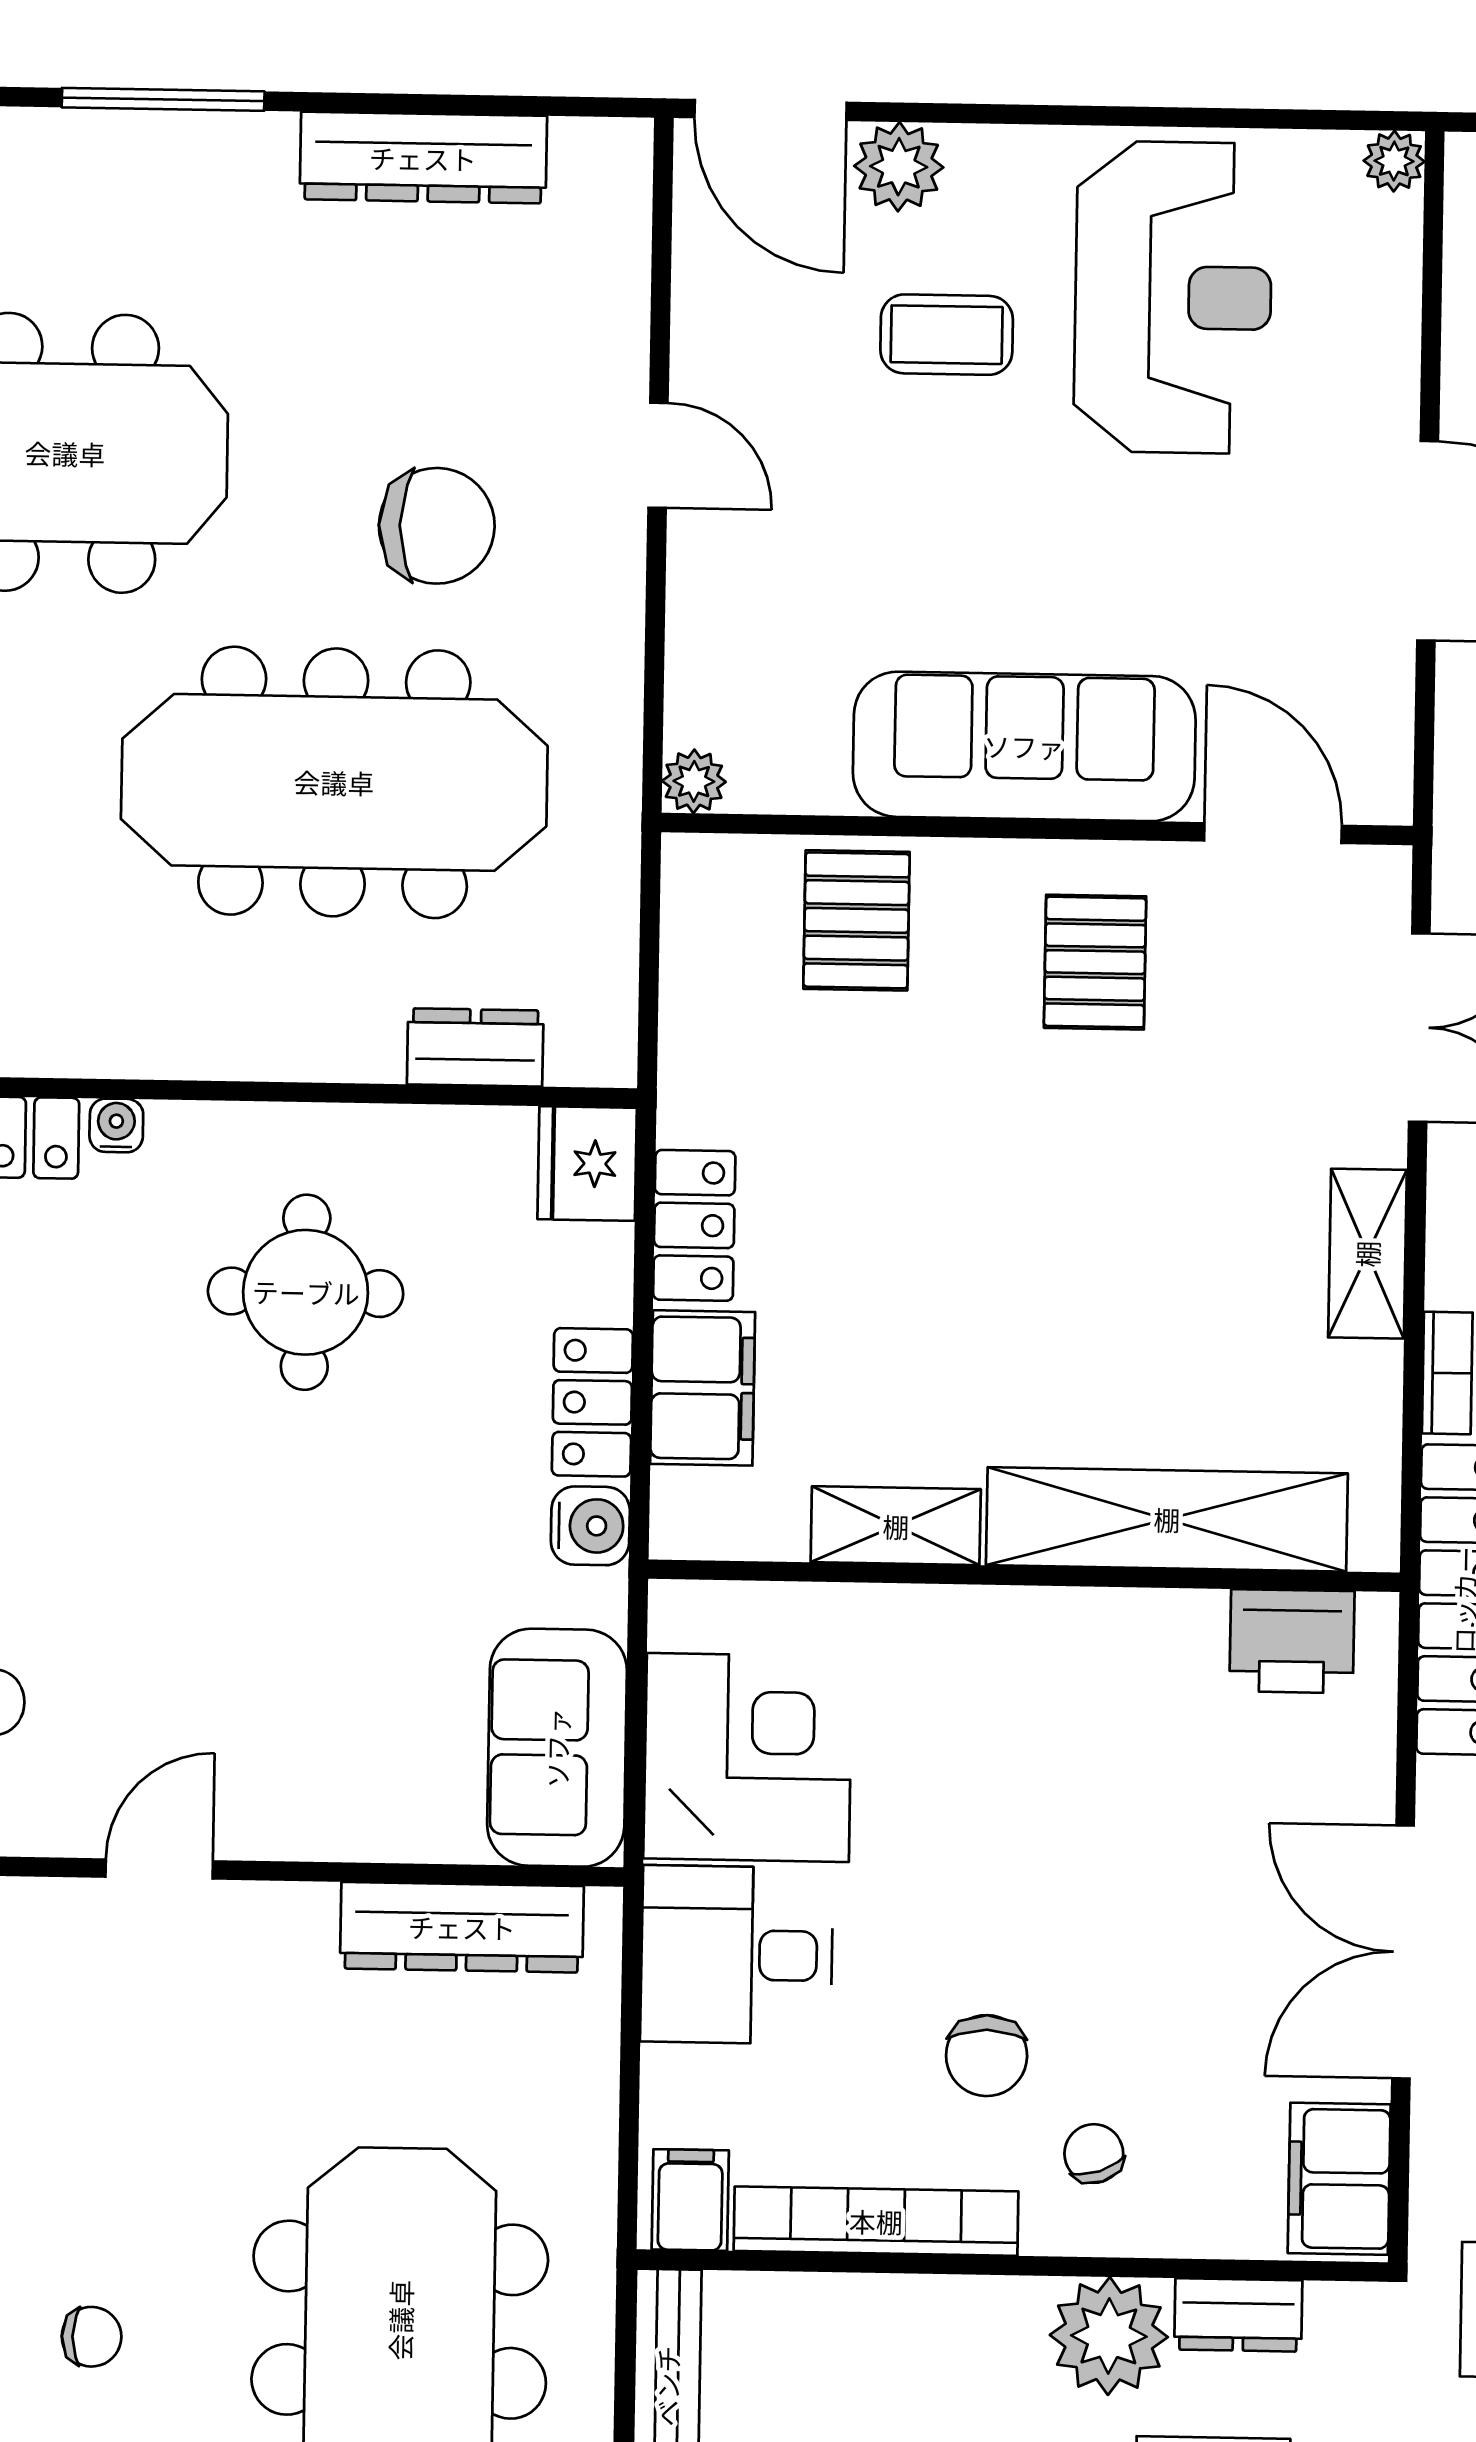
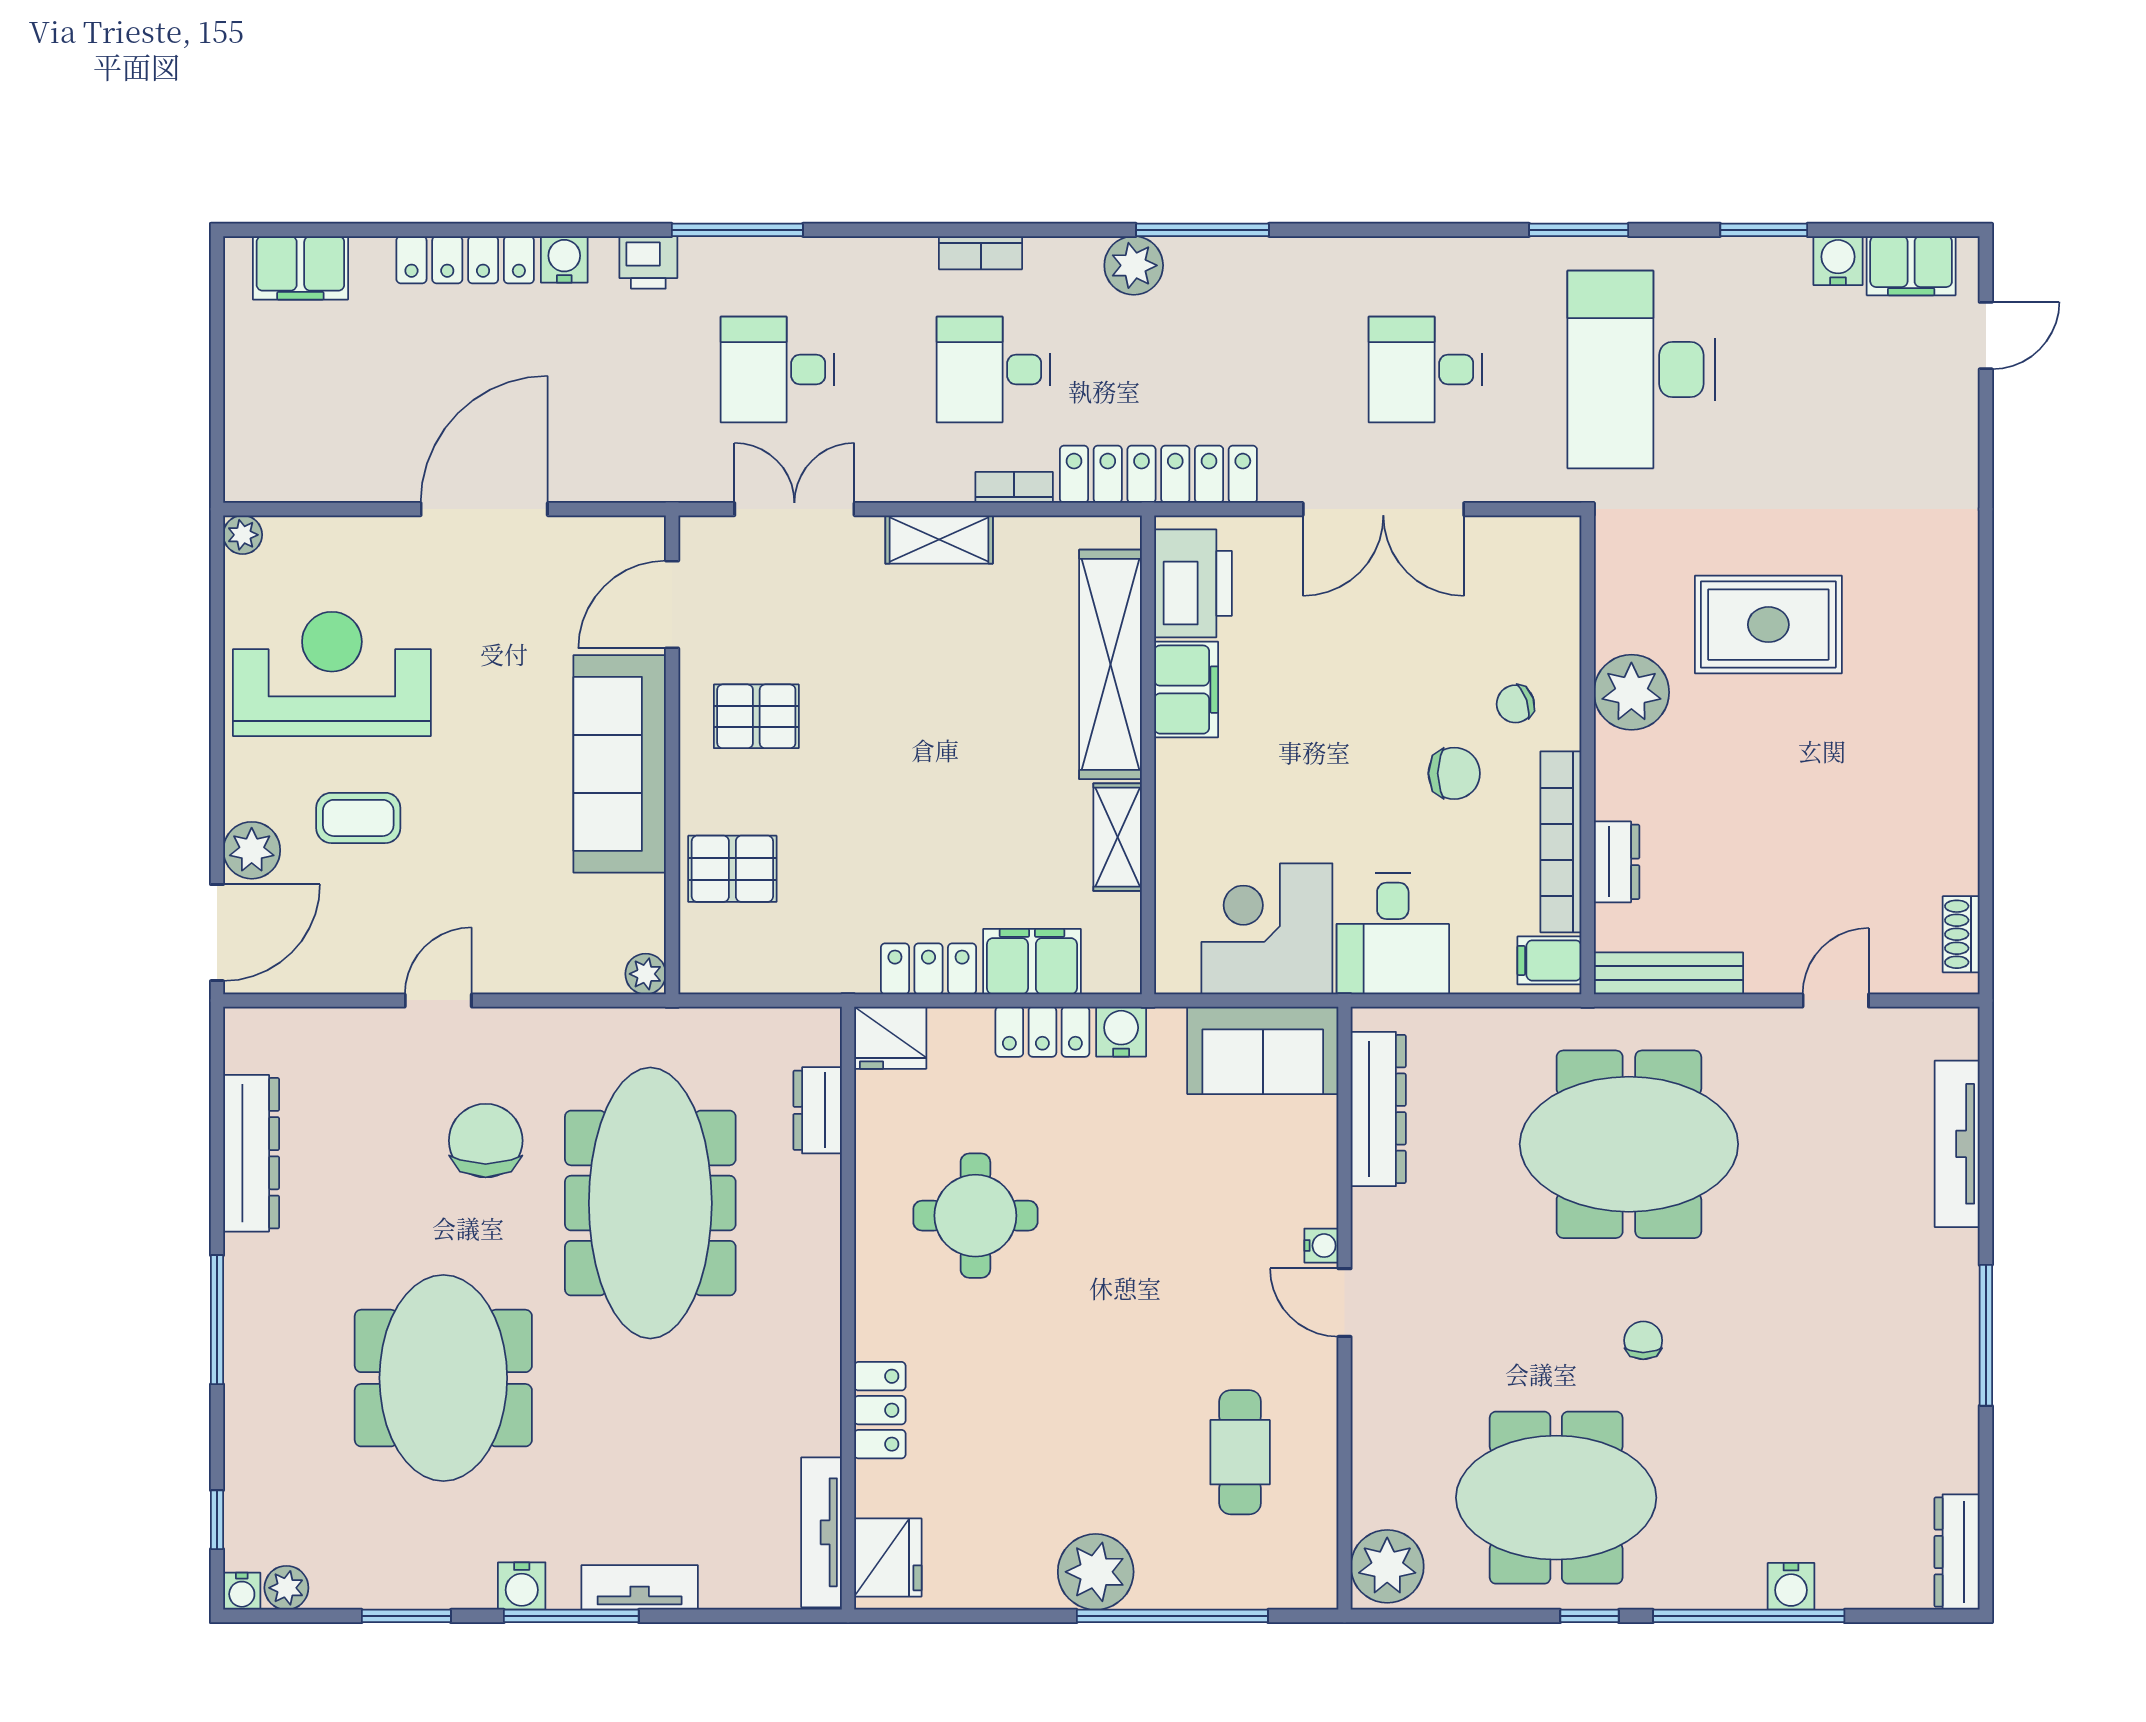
coffee table: (947, 335) -> (358, 818), turned 90
water cooler: (116, 1125) -> (1321, 1246), moved, turned 180
printer: (1292, 1641) -> (1193, 583), width x1.37, depth x1.19
filing cabinet: (1339, 2179) -> (1186, 690), moved, turned -90
dresser: (1238, 2315) -> (1617, 862), moved

